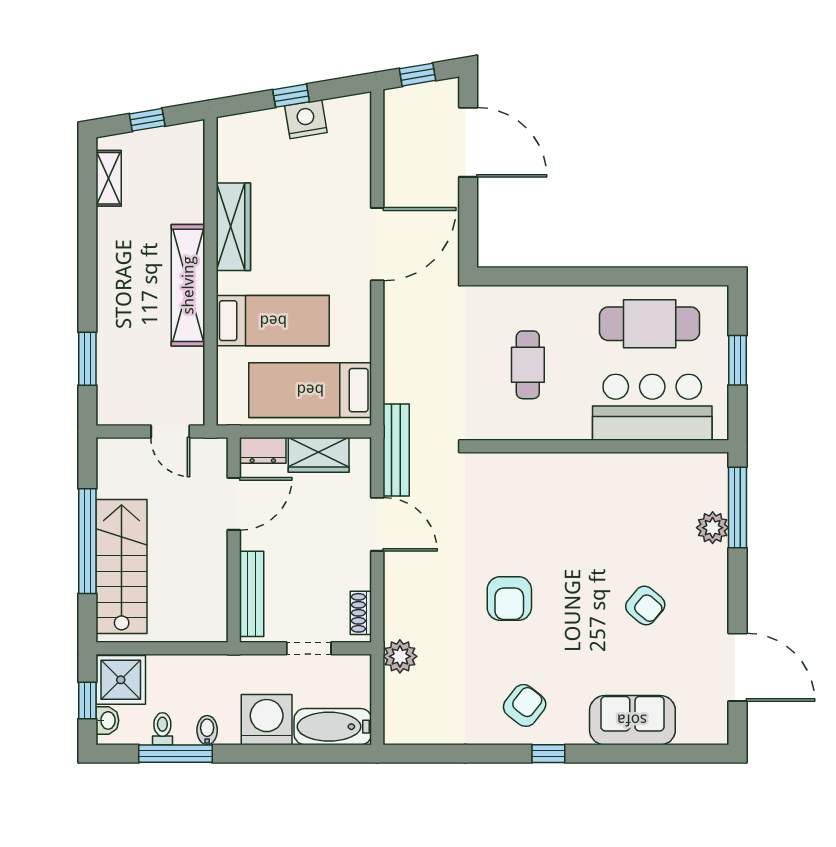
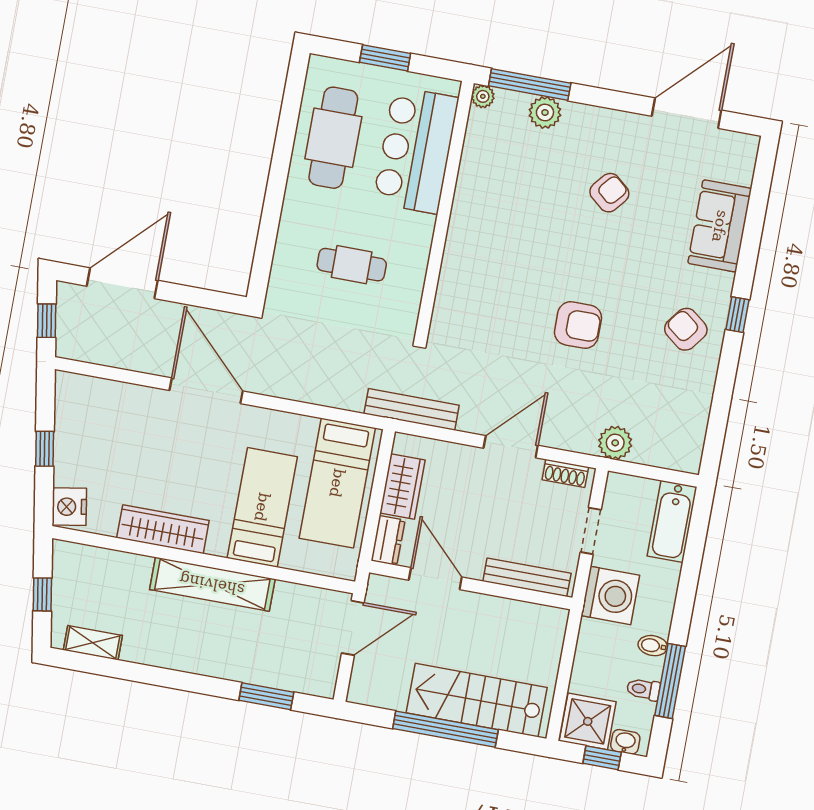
nightstand: (306, 119) -> (69, 507), moved
door: (170, 432) -> (353, 628), width x1.38
plant: (717, 464) -> (483, 96), added
door: (377, 524) -> (511, 447), moved
washing machine: (267, 720) -> (610, 595), moved, turned 180

